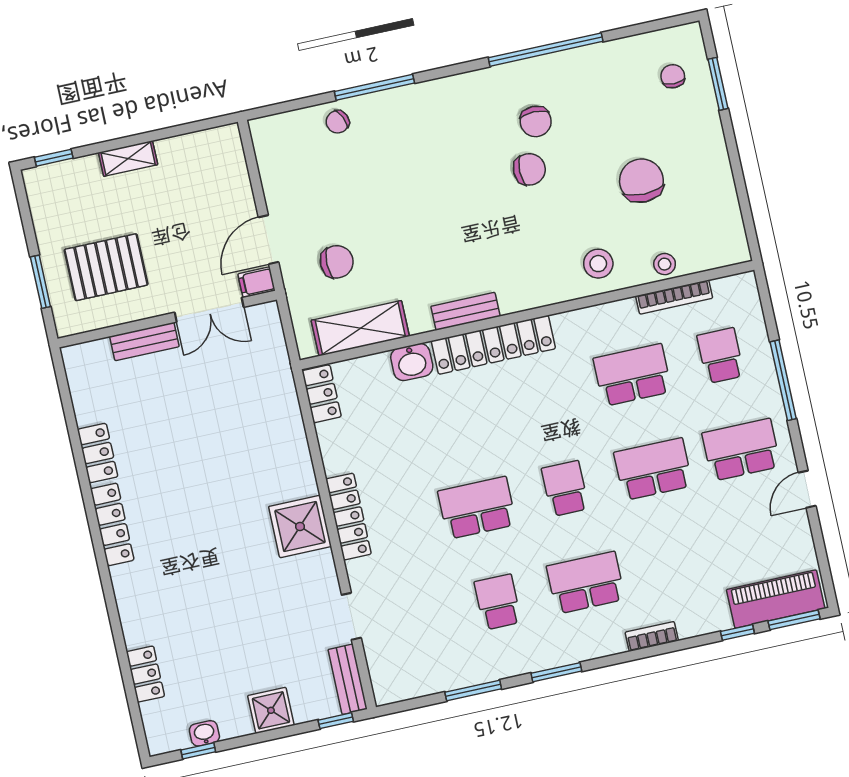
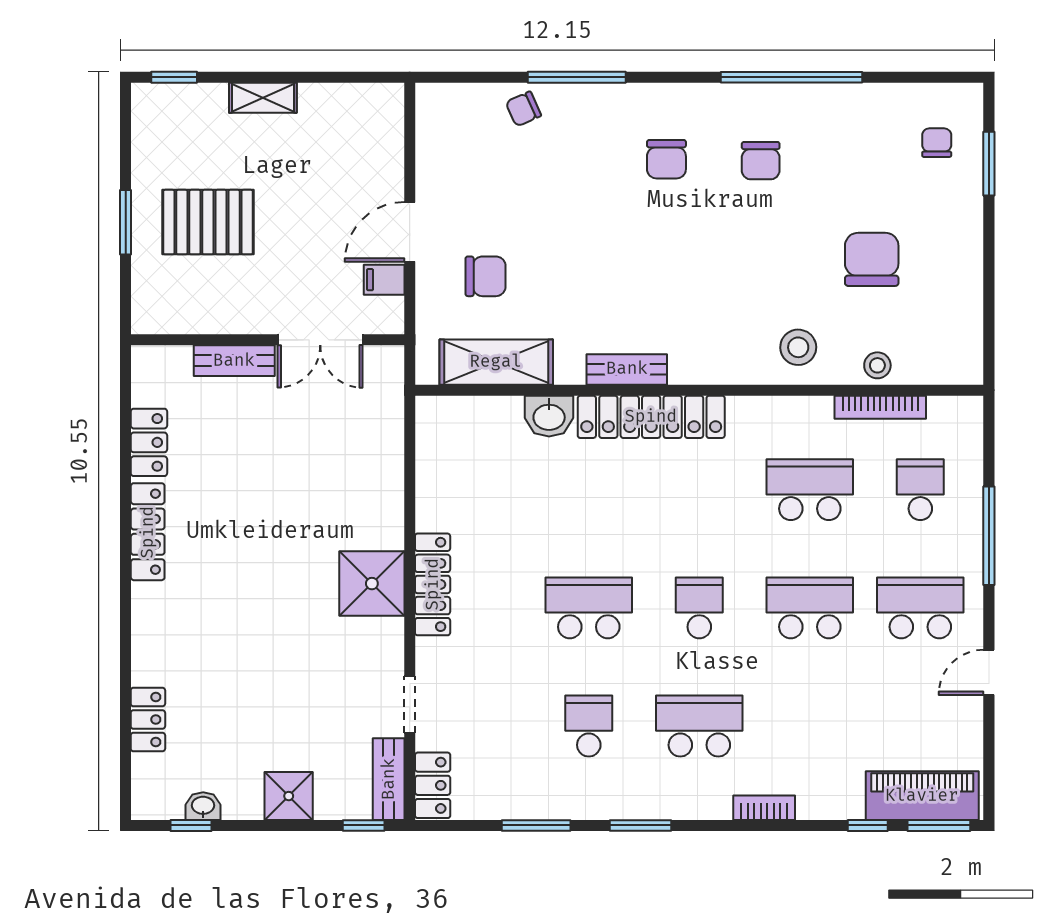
chair: (529, 169) -> (666, 159), moved, turned 90
double door: (209, 310) -> (320, 340), moved
wall: (167, 319) -> (268, 340), moved
bench: (144, 341) -> (234, 361), moved
locker: (322, 394) -> (433, 785), moved

